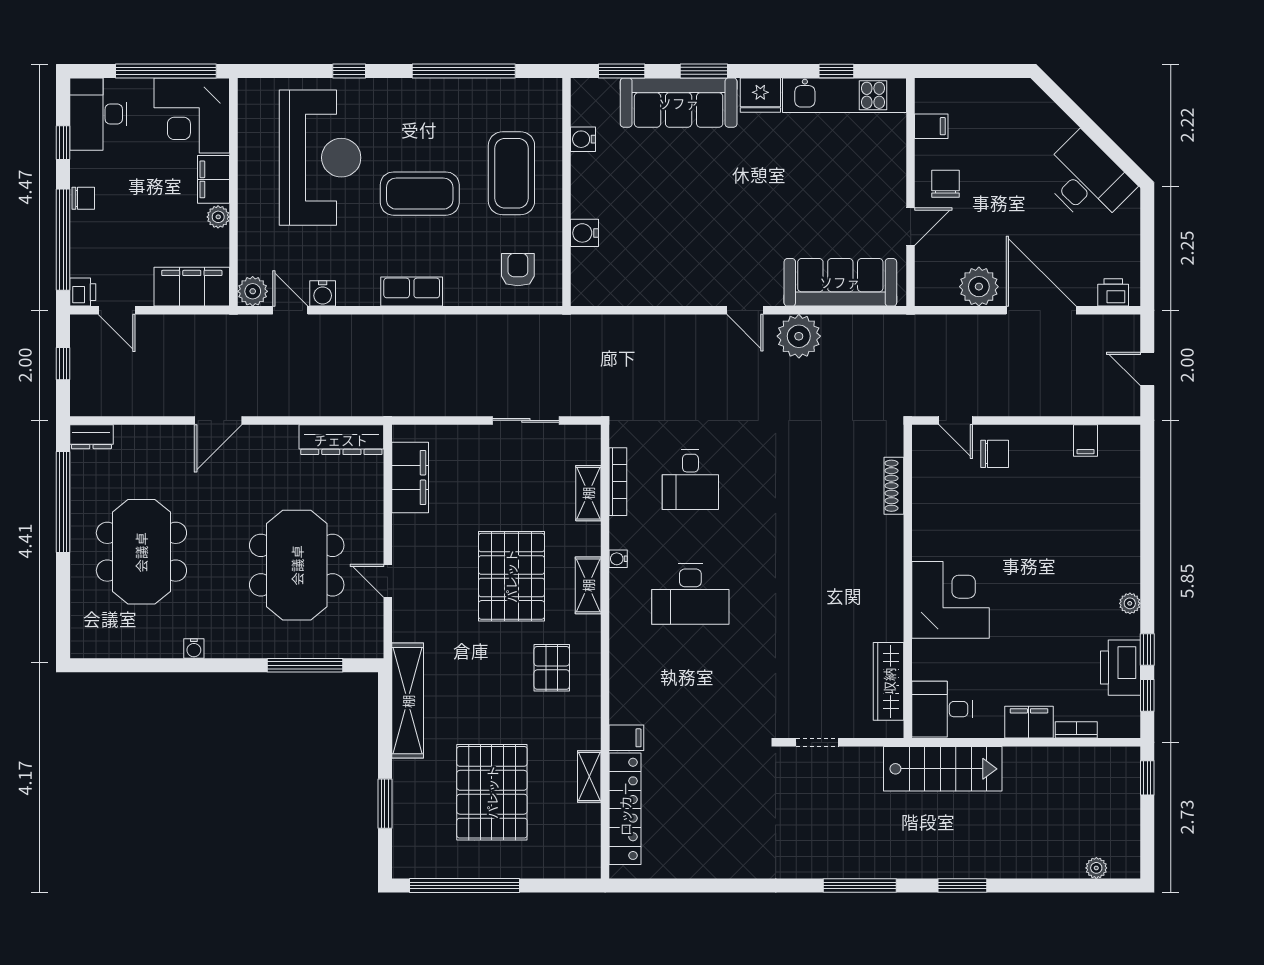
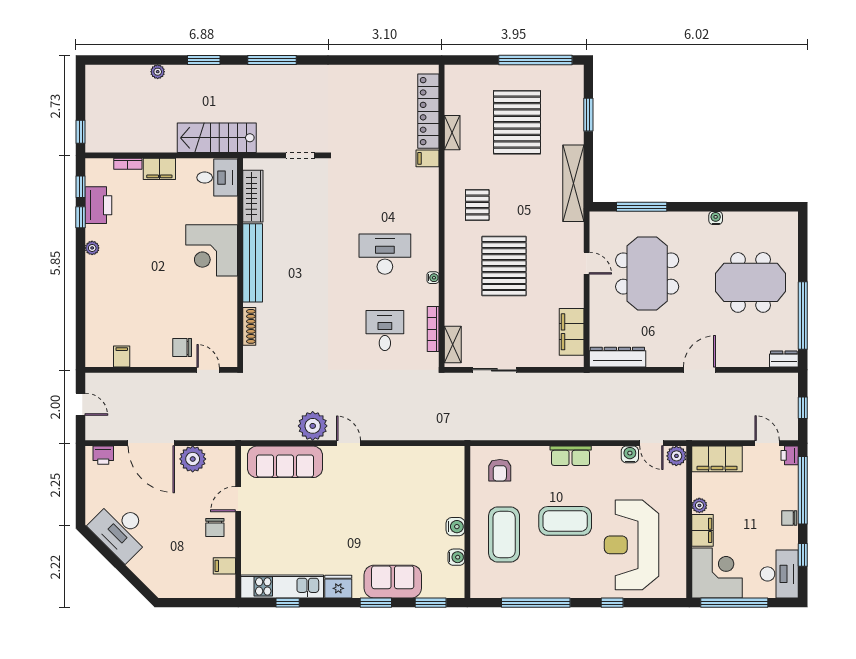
sofa: (679, 103) -> (393, 582), width x0.73
water cooler: (584, 233) -> (455, 527), moved
shelving: (588, 493) -> (453, 345), moved
meeting table: (141, 552) -> (751, 282), turned 90
bench: (889, 581) -> (253, 263), added
shelving: (588, 585) -> (453, 260), removed
plant: (1096, 868) -> (158, 72), moved

